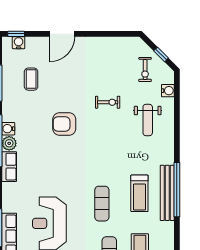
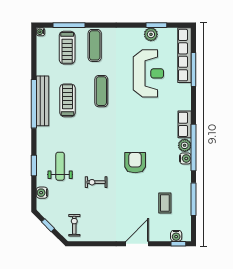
exercise bike: (145, 69) -> (74, 225), moved
window: (177, 121) -> (34, 166), added
armchair: (64, 124) -> (135, 163), turned -90

